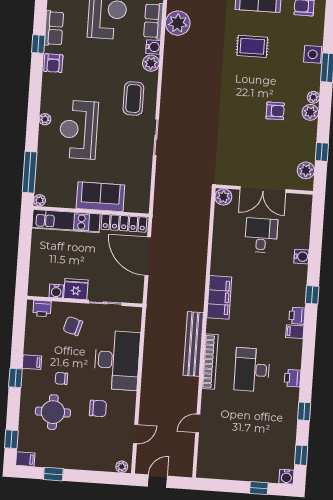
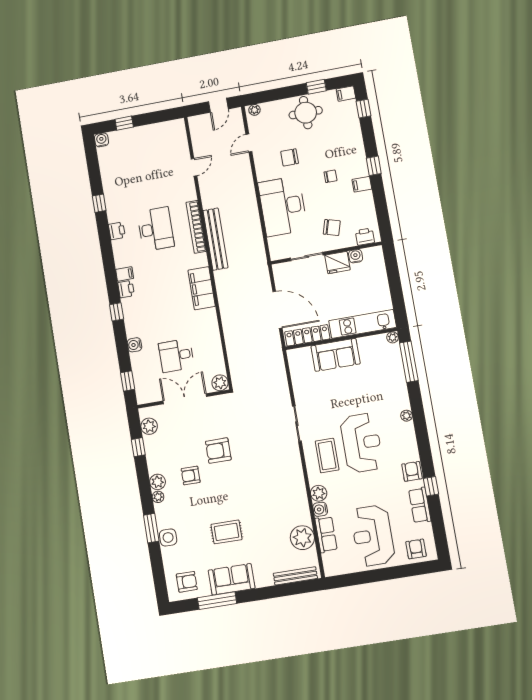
armchair: (241, 129) -> (218, 451), added
reception desk: (79, 130) -> (362, 443), moved
desk: (261, 235) -> (176, 355), turned 90
round table: (53, 412) -> (306, 113), moved
window: (301, 455) -> (128, 381), moved

